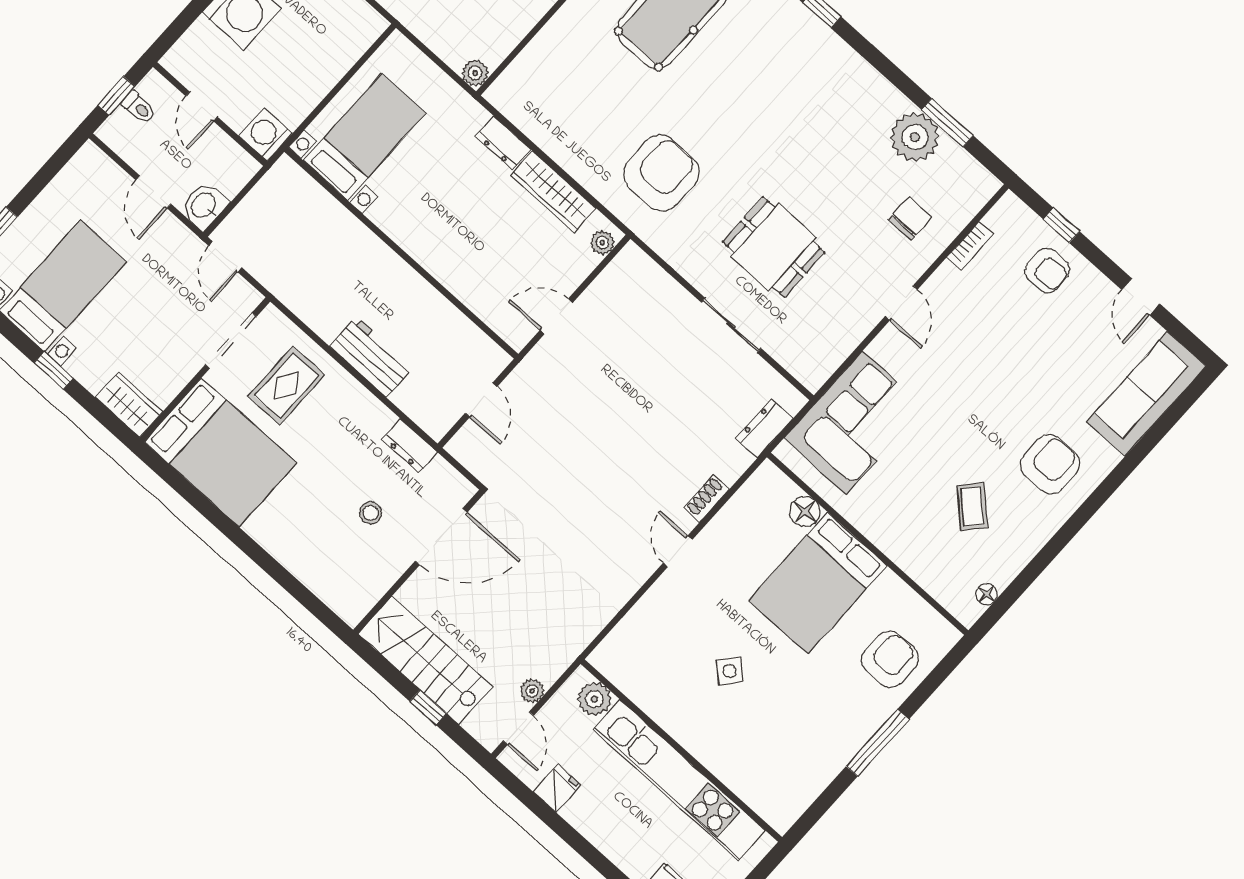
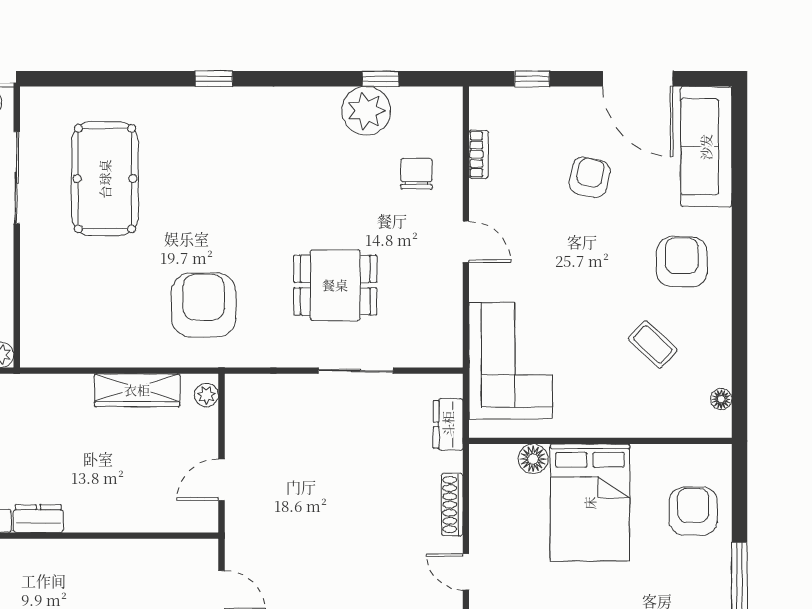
window: (947, 123) -> (381, 79), width x0.67
dresser: (503, 143) -> (38, 519), moved, turned 180
armchair: (1047, 271) -> (590, 177), moved, turned -78
door: (1141, 297) -> (638, 79), width x1.87
shoe rack: (707, 498) -> (452, 505), width x1.43

